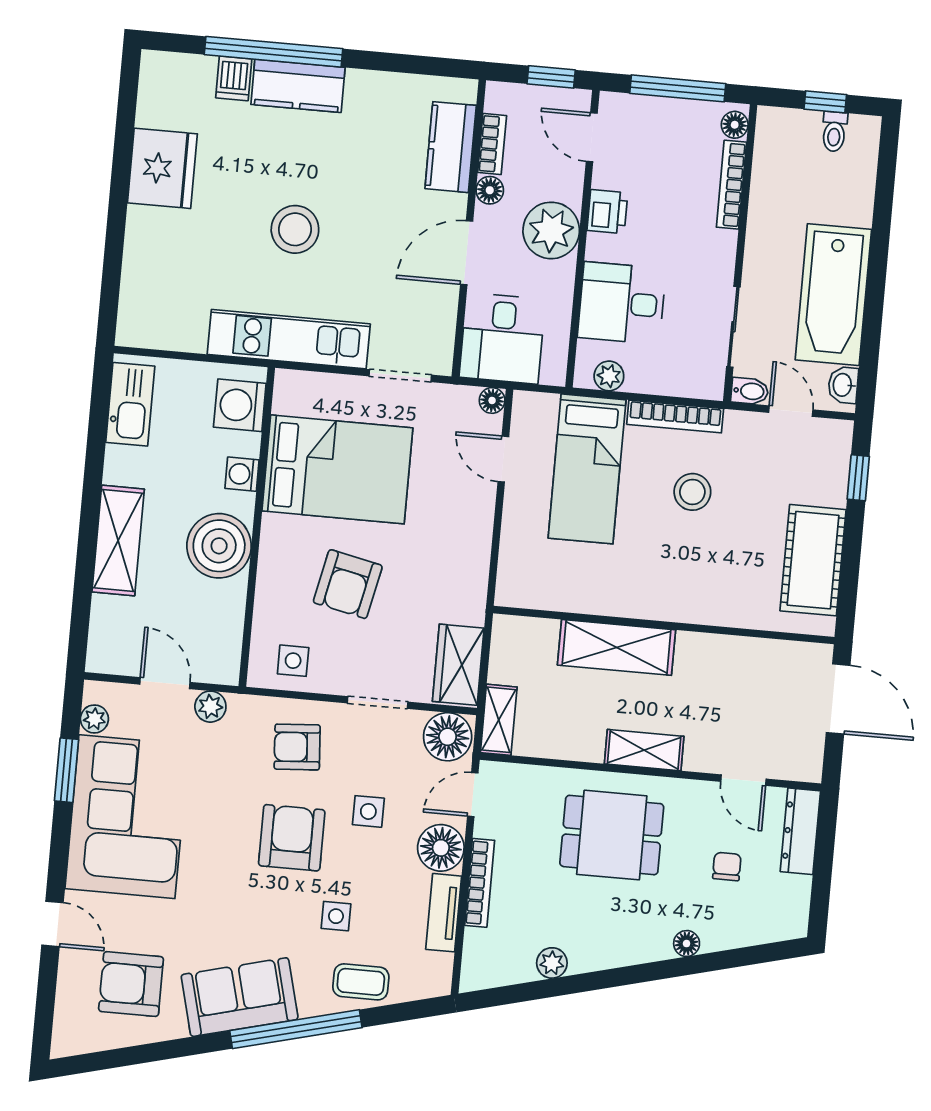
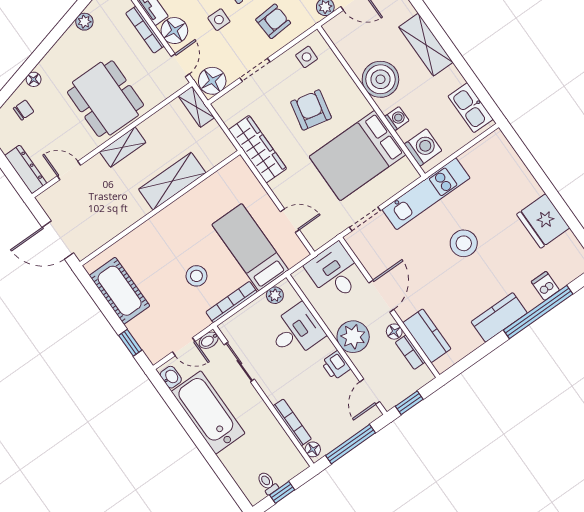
kitchen counter: (298, 86) -> (499, 317), moved
door: (592, 137) -> (370, 392), swing flipped
floor lamp: (492, 400) -> (316, 242), removed
wardrobe: (458, 665) -> (258, 149), moved, width x1.50
dining table: (612, 835) -> (105, 99), width x1.38
chair: (727, 866) -> (24, 110), moved, turned -90

